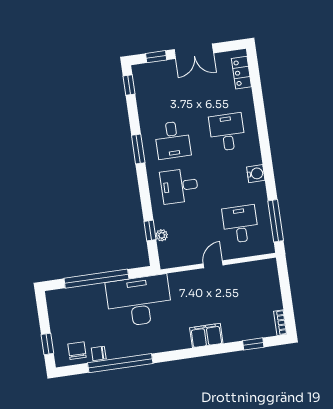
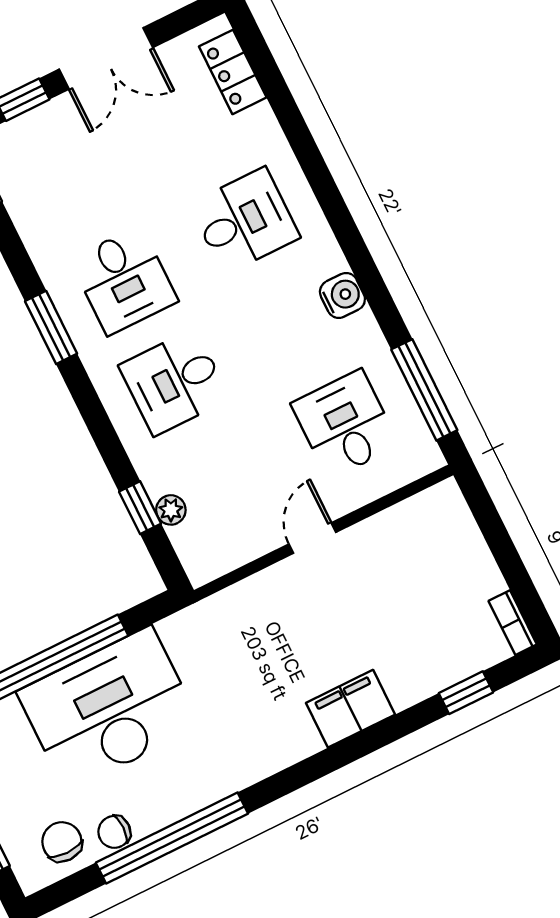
desk: (227, 132) -> (245, 221), turned 90
desk: (139, 301) -> (109, 709), moved

